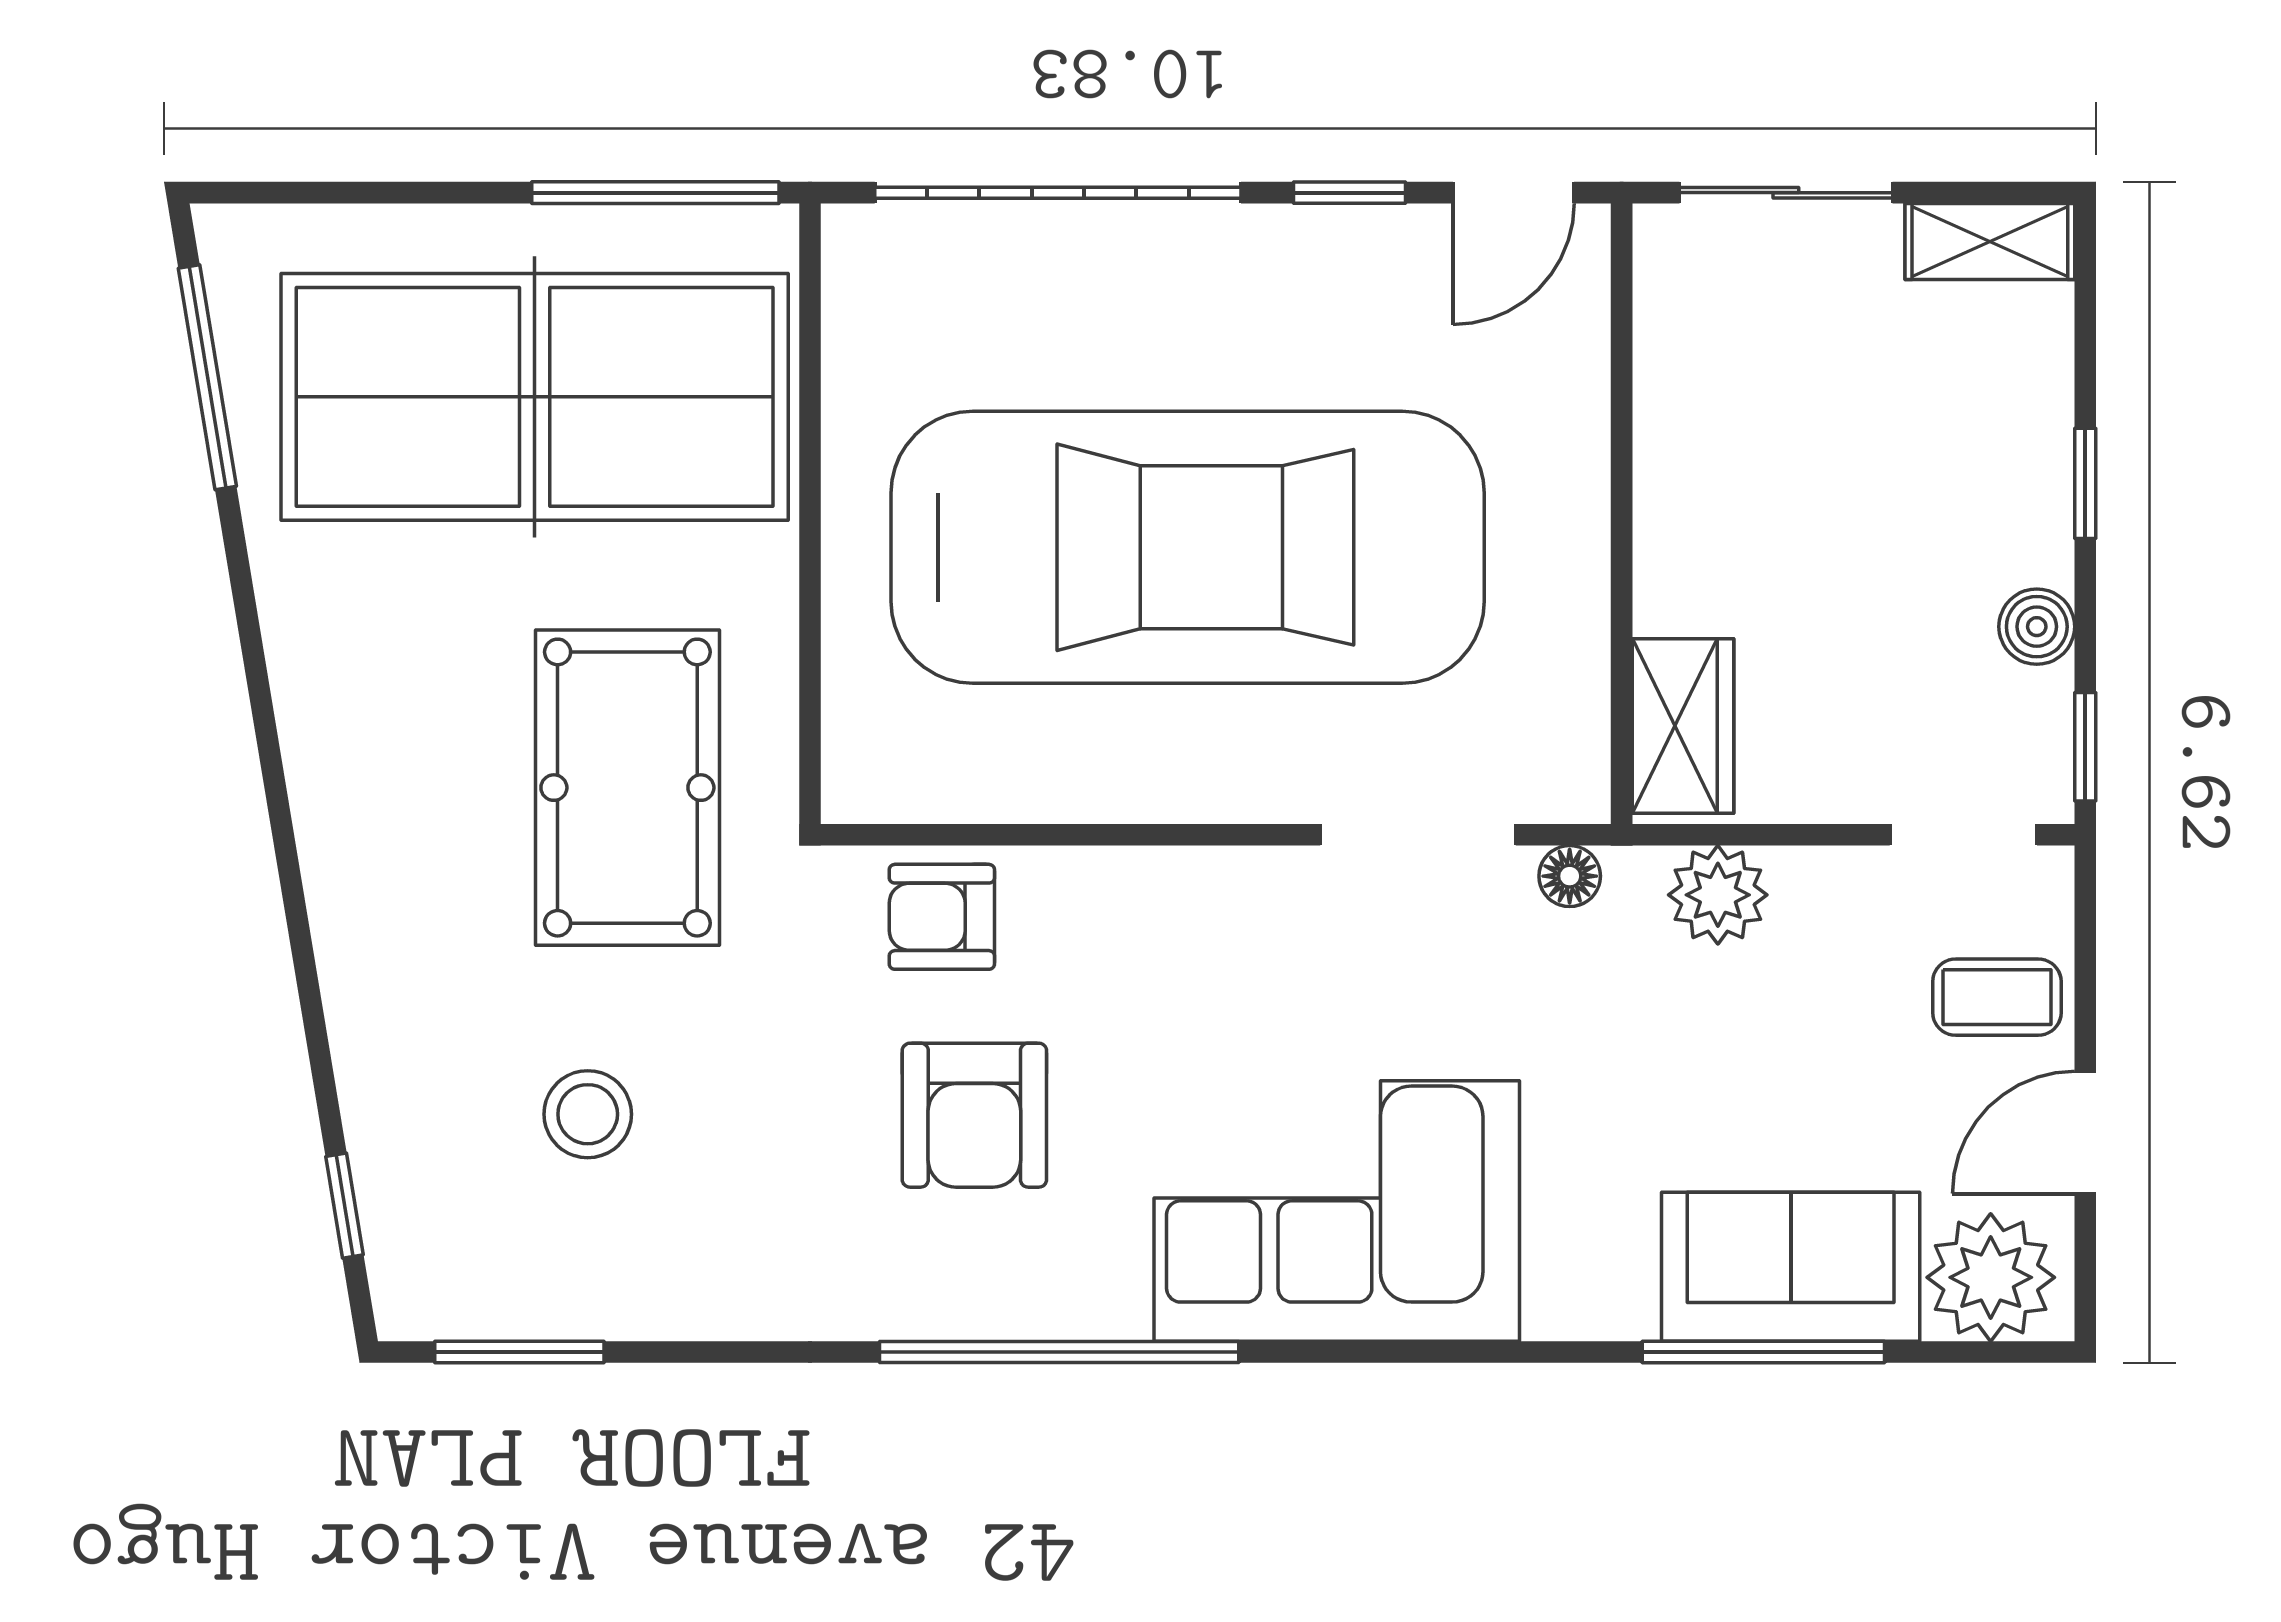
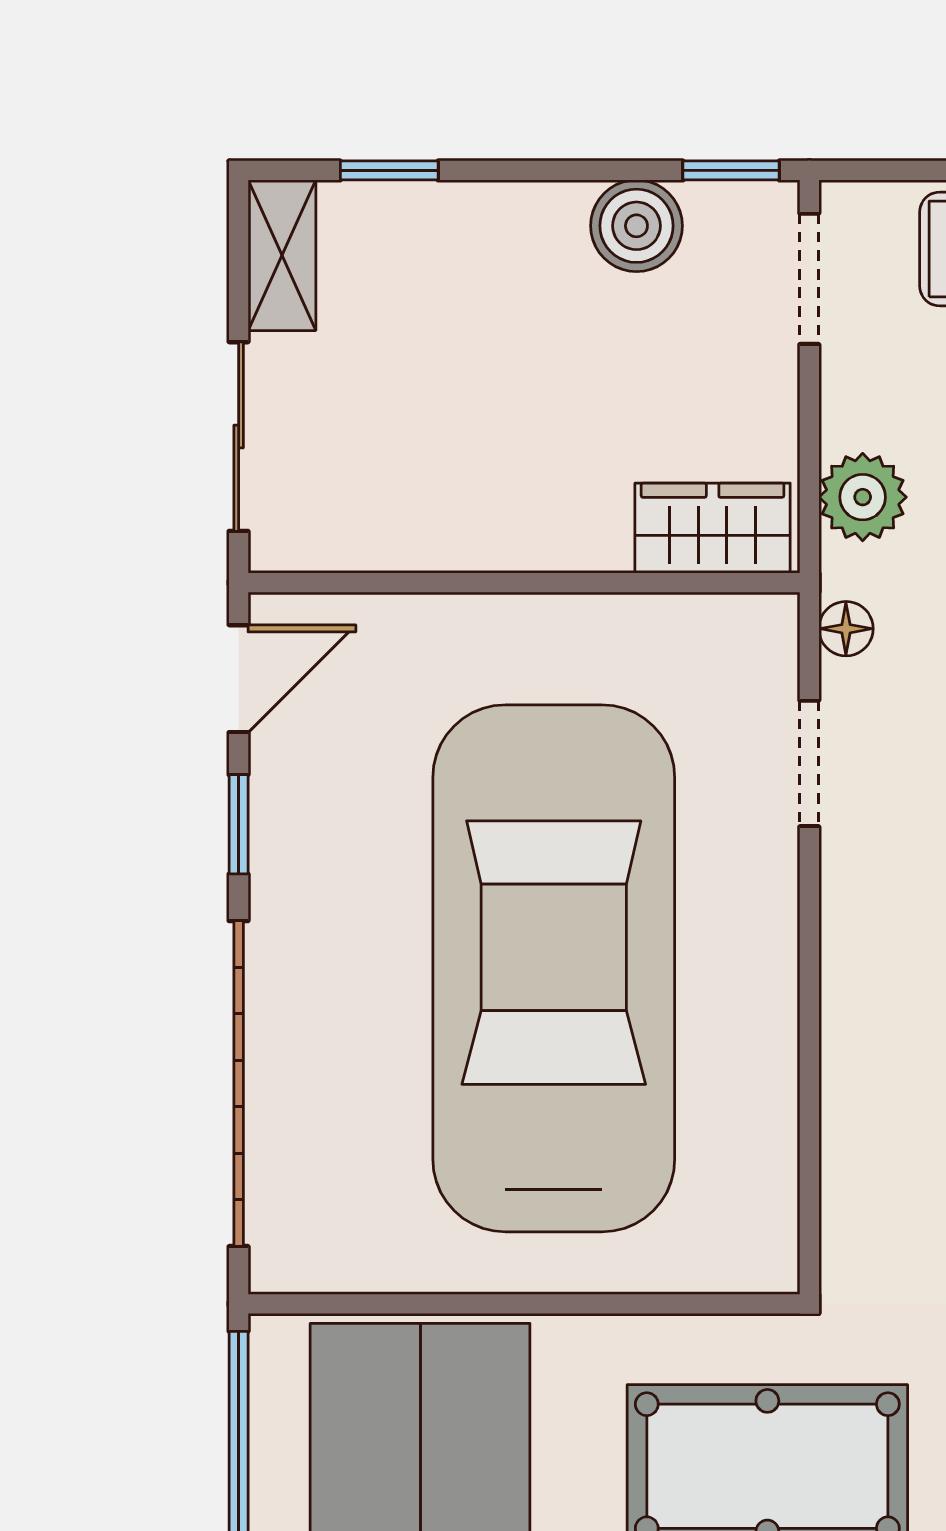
door: (1513, 193) -> (239, 679), hinge flipped
window: (2085, 483) -> (389, 170), moved
boiler: (2037, 627) -> (636, 226), width x1.36, depth x1.36
doorway: (1418, 835) -> (809, 763), width x0.73
armchair: (942, 917) -> (882, 1187), removed

